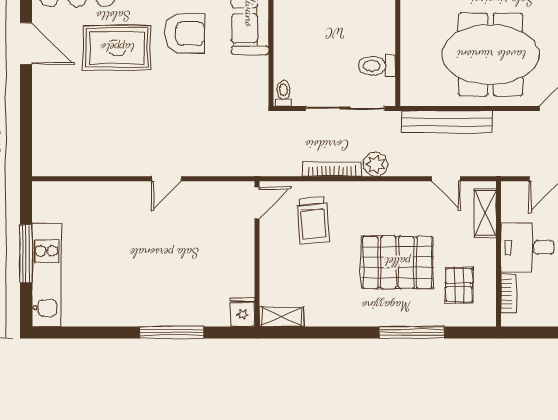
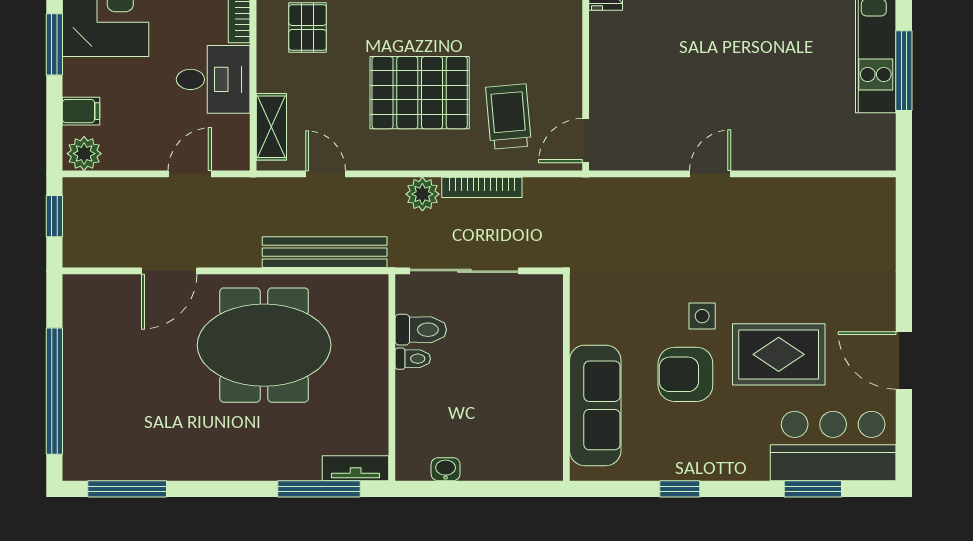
side table: (173, 76) -> (702, 316), added
toilet: (284, 93) -> (413, 359), moved, turned -90
pallet: (397, 262) -> (420, 93), moved

